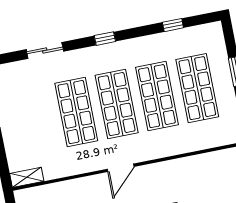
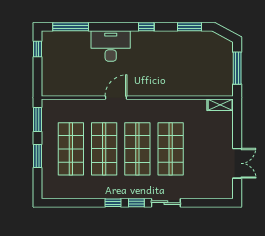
window: (173, 25) -> (113, 203), moved
sliding door: (45, 50) -> (166, 203), moved
door: (121, 168) -> (116, 98), moved

